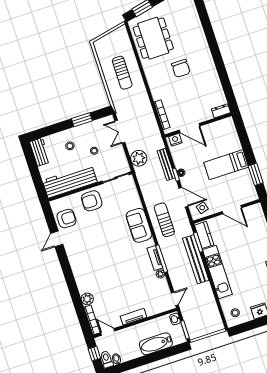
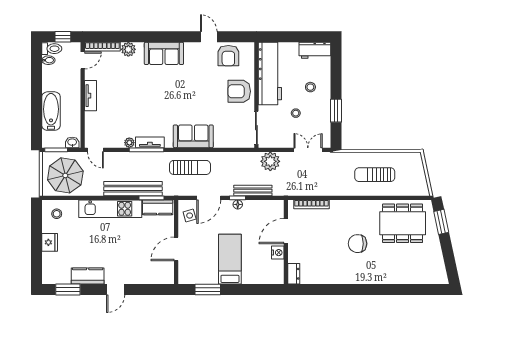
nightstand: (175, 140) -> (278, 253), moved
armchair: (92, 201) -> (239, 91), turned -90
sofa: (81, 270) -> (164, 53), added
parasol: (203, 316) -> (65, 175), added

